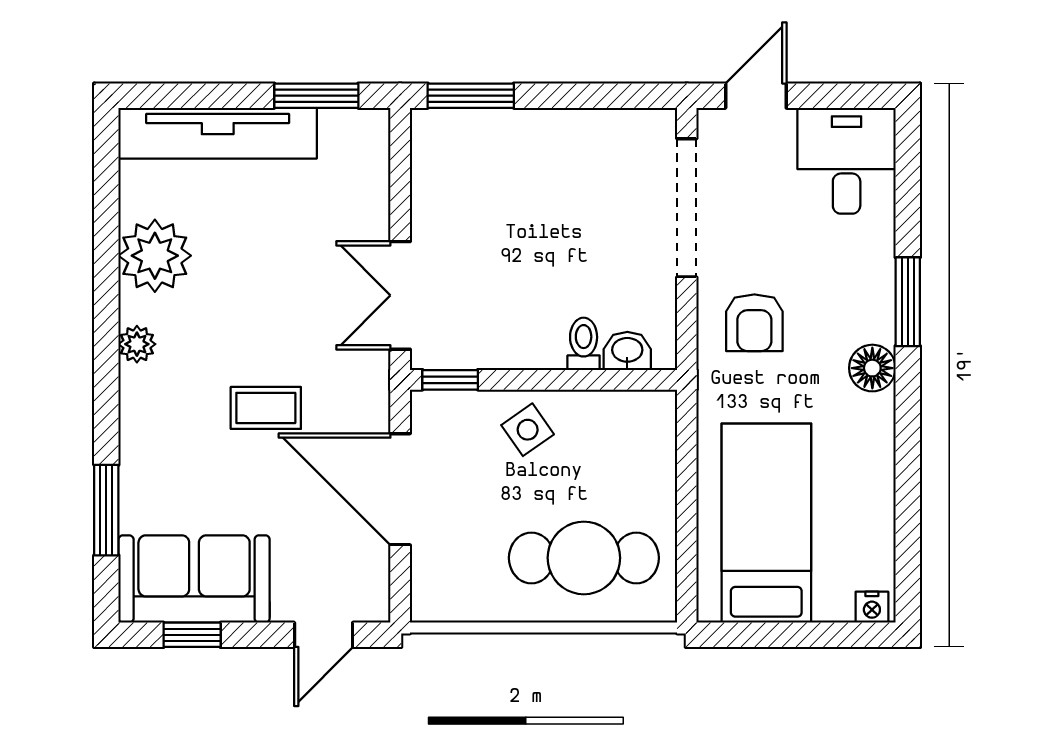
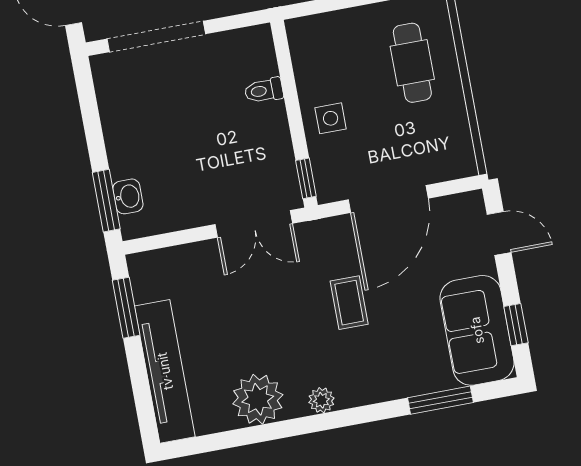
washbasin: (627, 351) -> (128, 196), moved, turned 180
side table: (528, 430) -> (331, 118), turned 35
cafe table: (584, 558) -> (412, 63), width x0.73, depth x0.74

